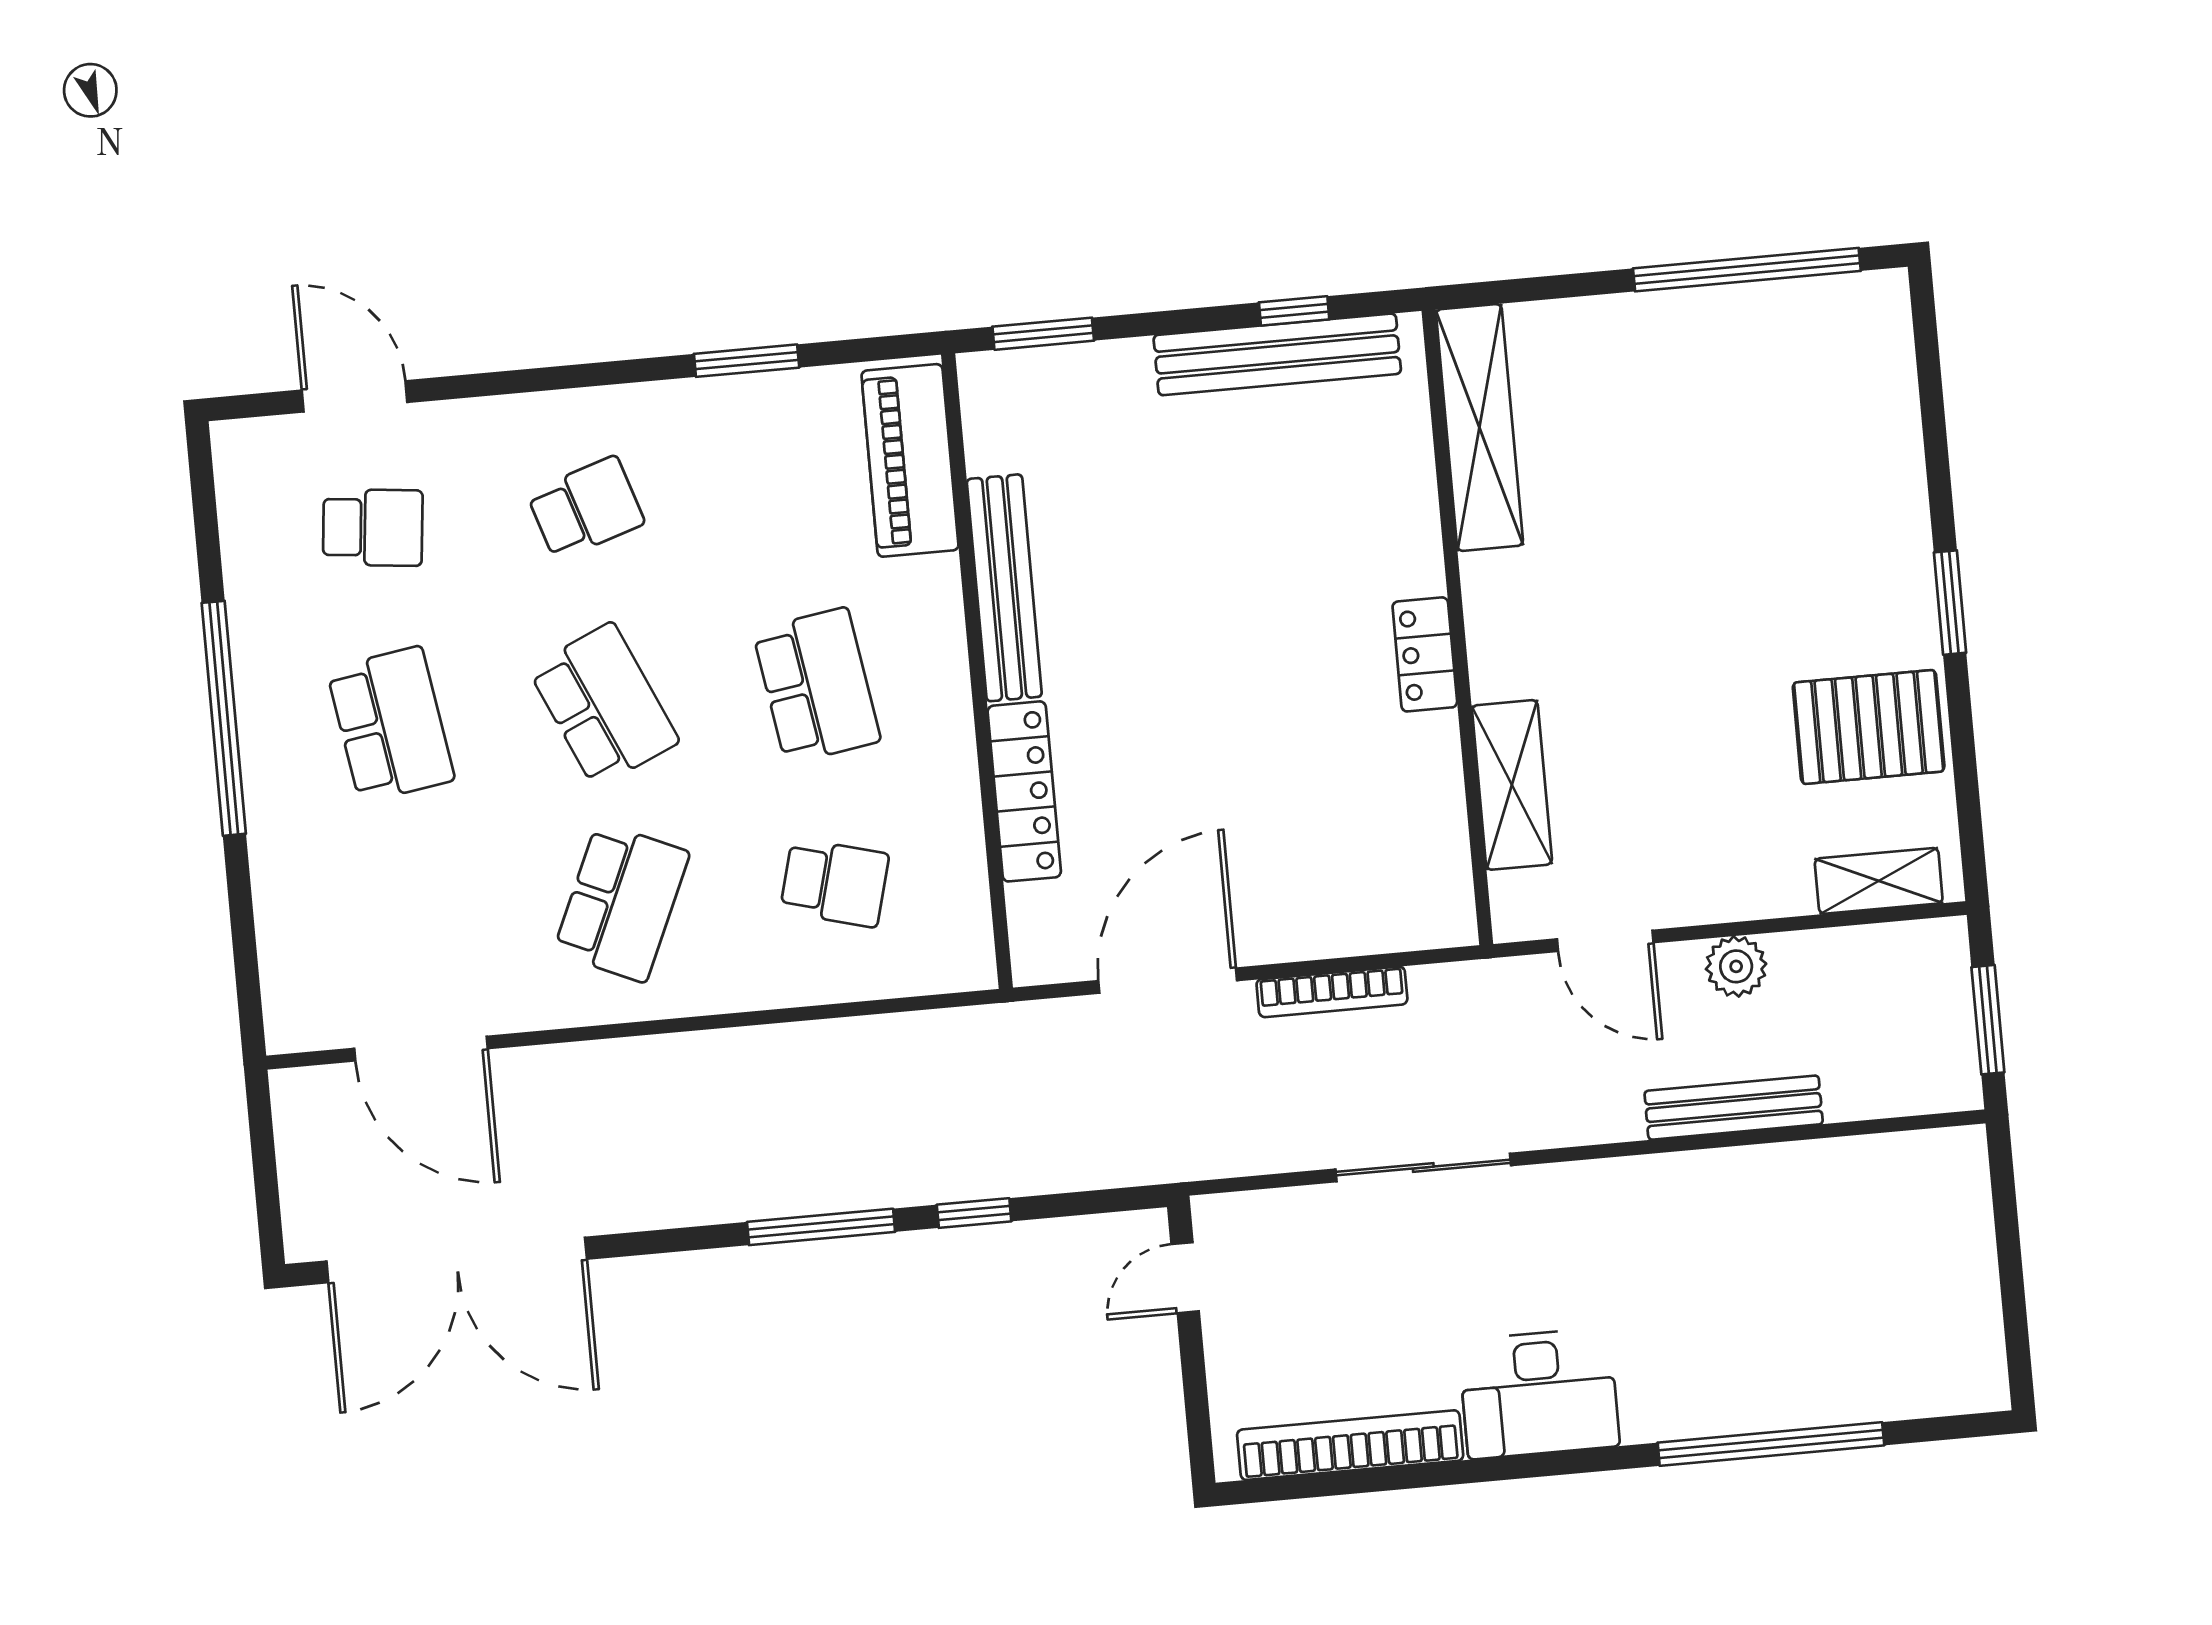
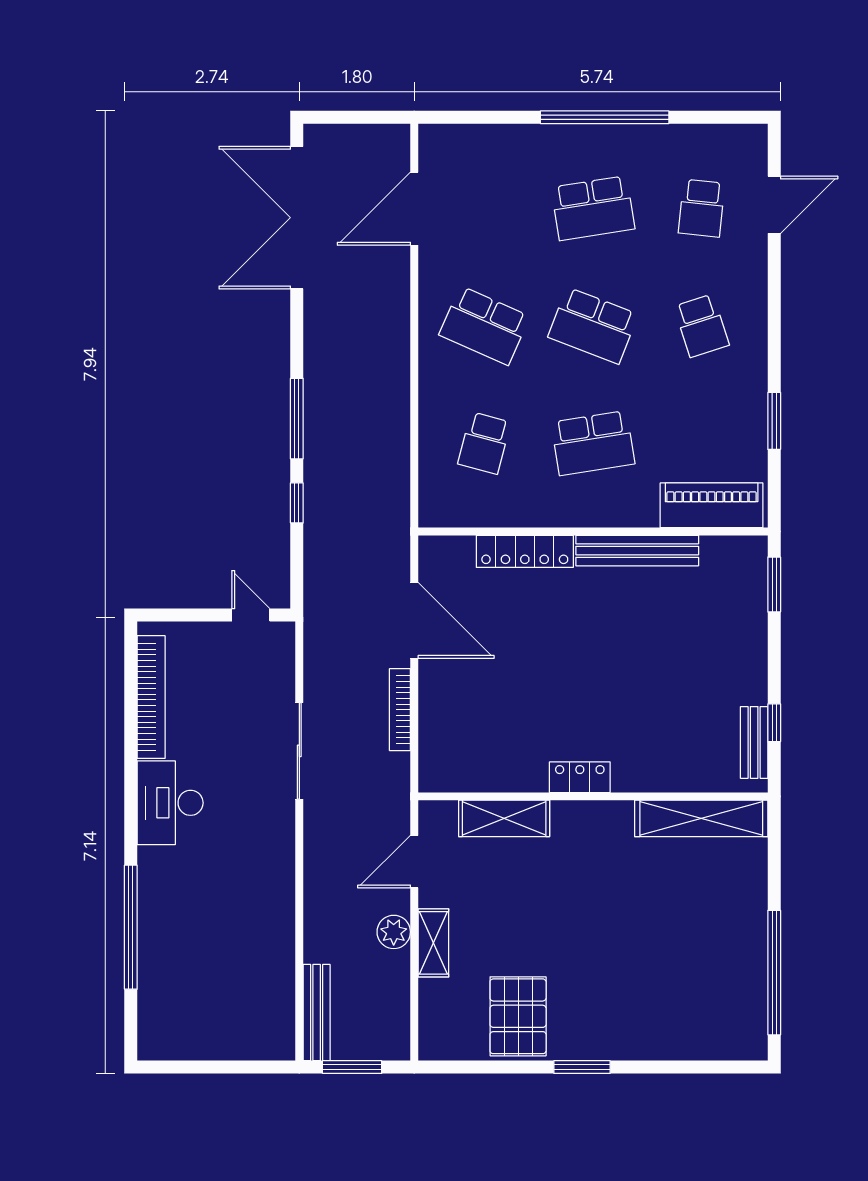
bench: (1277, 354) -> (754, 742), width x0.54, depth x0.82
school desk: (604, 705) -> (593, 326), turned 45
shelving: (1879, 881) -> (433, 943), moved
bench: (1734, 1108) -> (317, 1013), moved

